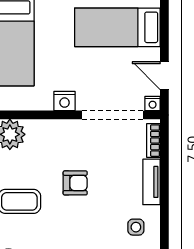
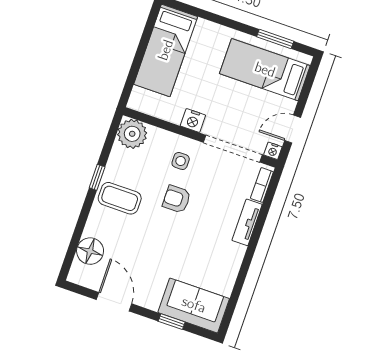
door: (164, 76) -> (293, 129), hinge flipped
armchair: (75, 183) -> (177, 199), turned 180
side table: (136, 227) -> (181, 161), moved

